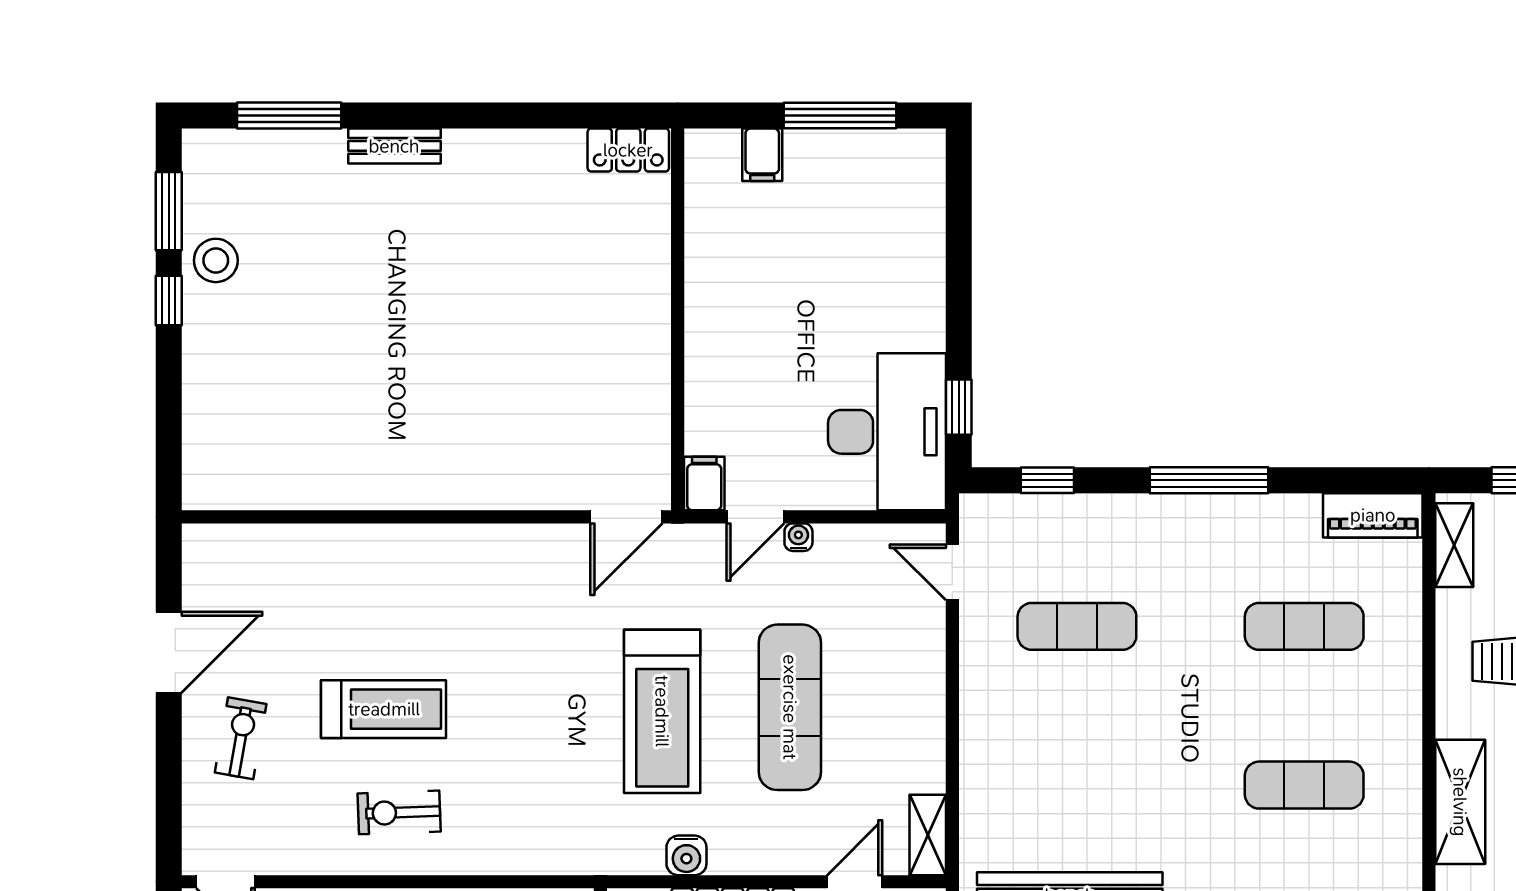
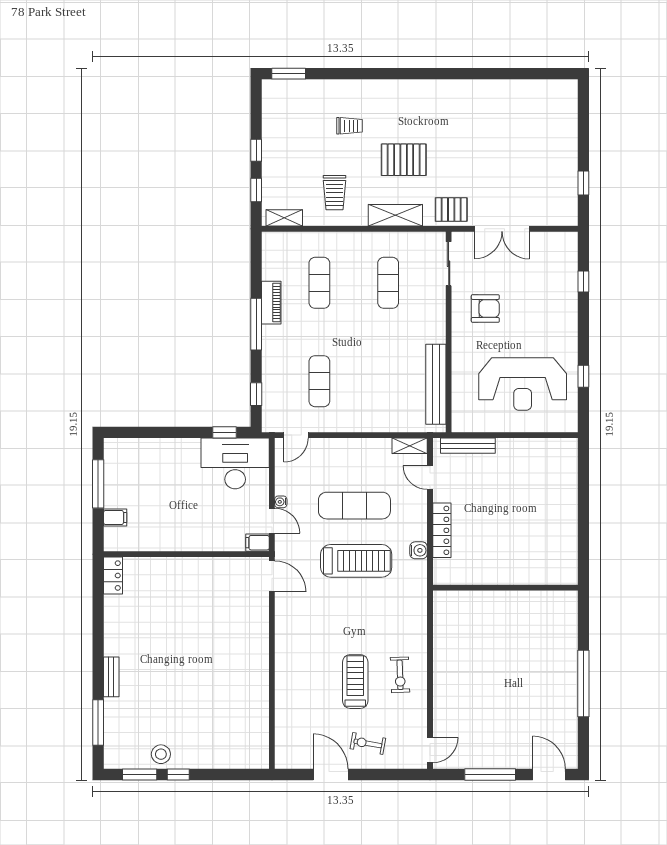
piano: (1373, 515) -> (271, 303), moved

